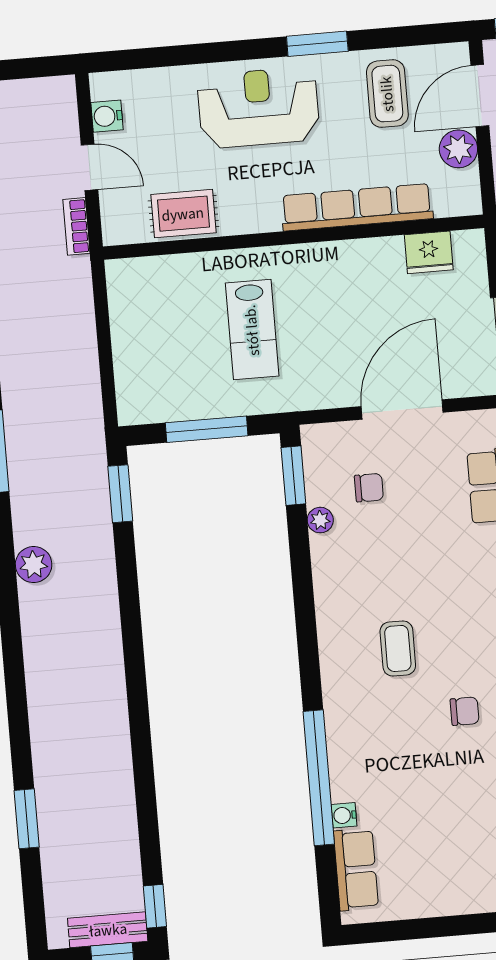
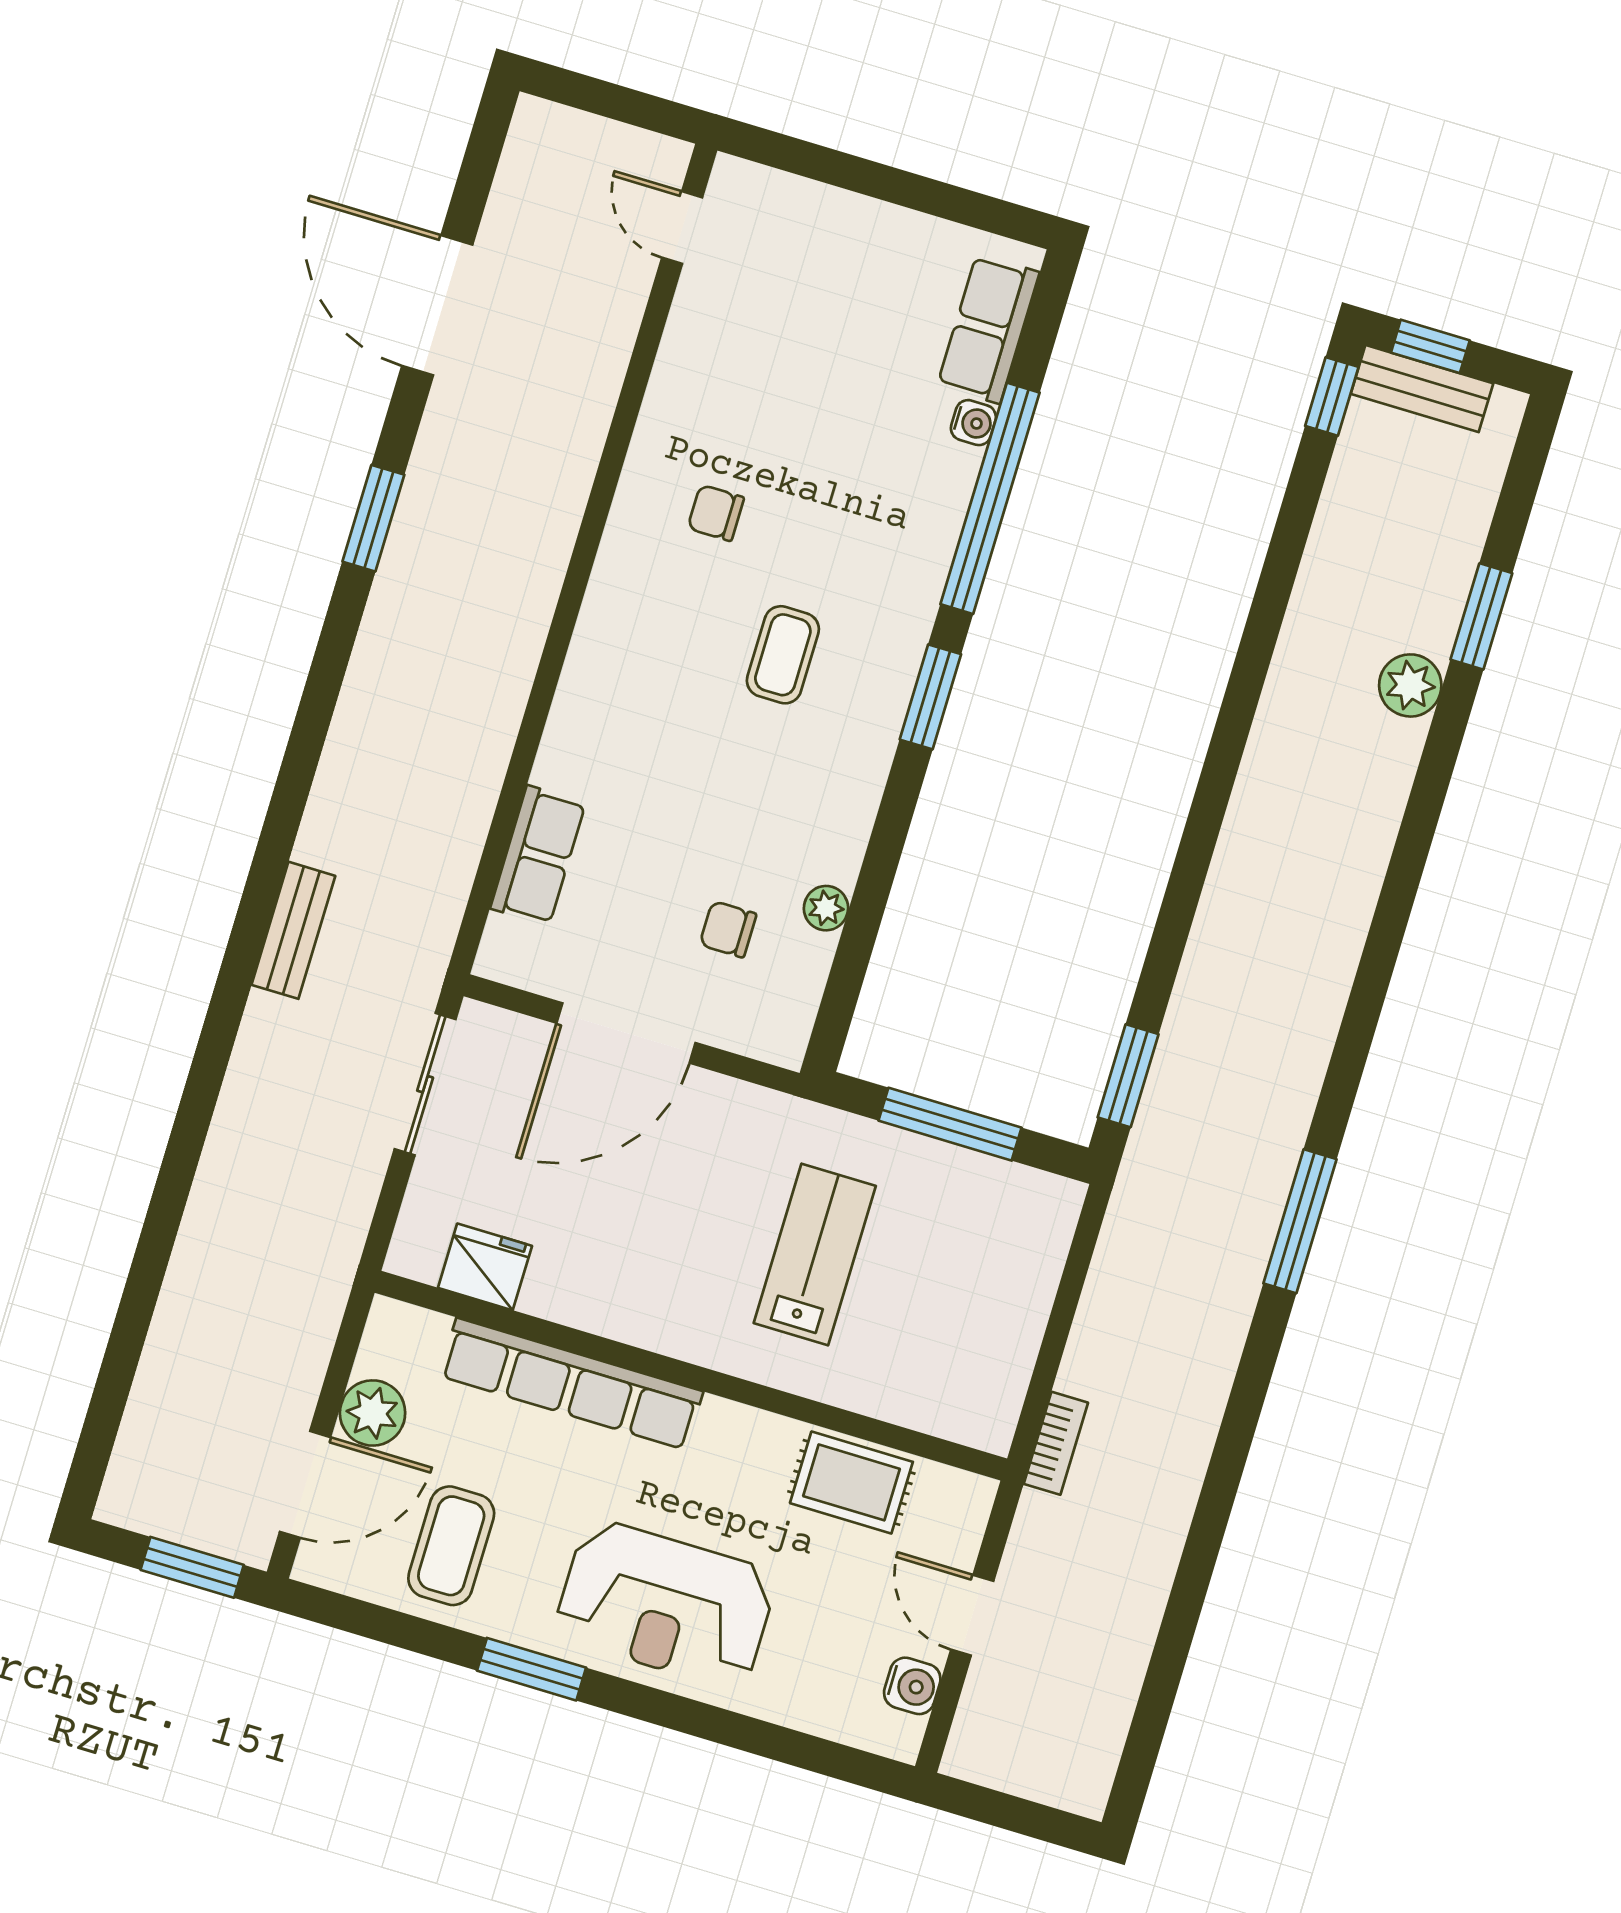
bookcase: (76, 226) -> (1056, 1443), moved
window: (293, 476) -> (930, 697), moved
plant: (34, 565) -> (1410, 685), moved

